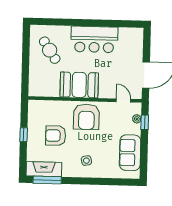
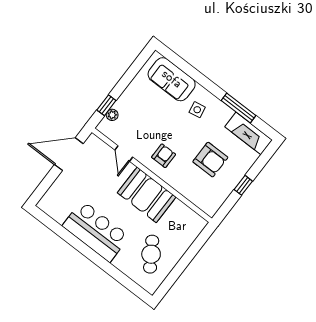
door: (123, 100) -> (124, 154), moved
armchair: (86, 117) -> (164, 156), width x0.53, depth x0.53
sofa: (130, 153) -> (172, 79), moved, turned 90
window: (47, 180) -> (239, 108), moved

